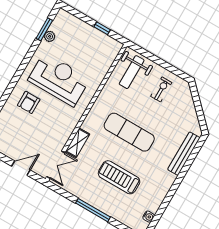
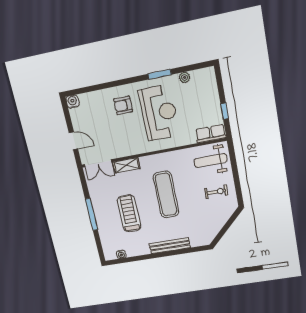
window: (44, 29) -> (160, 74), moved
row of seats: (110, 54) -> (211, 134), added
bench: (184, 154) -> (170, 246), moved

